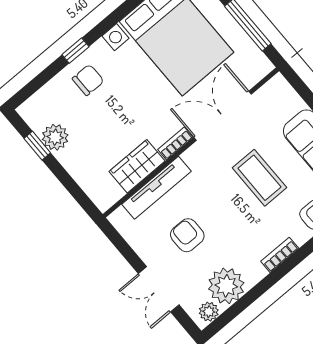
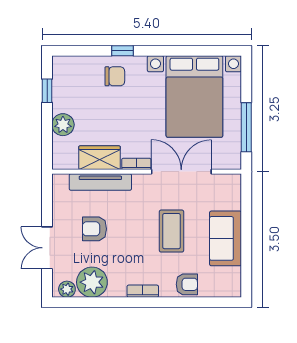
plant: (55, 137) -> (63, 125), moved
armchair: (187, 235) -> (94, 229), turned -90

